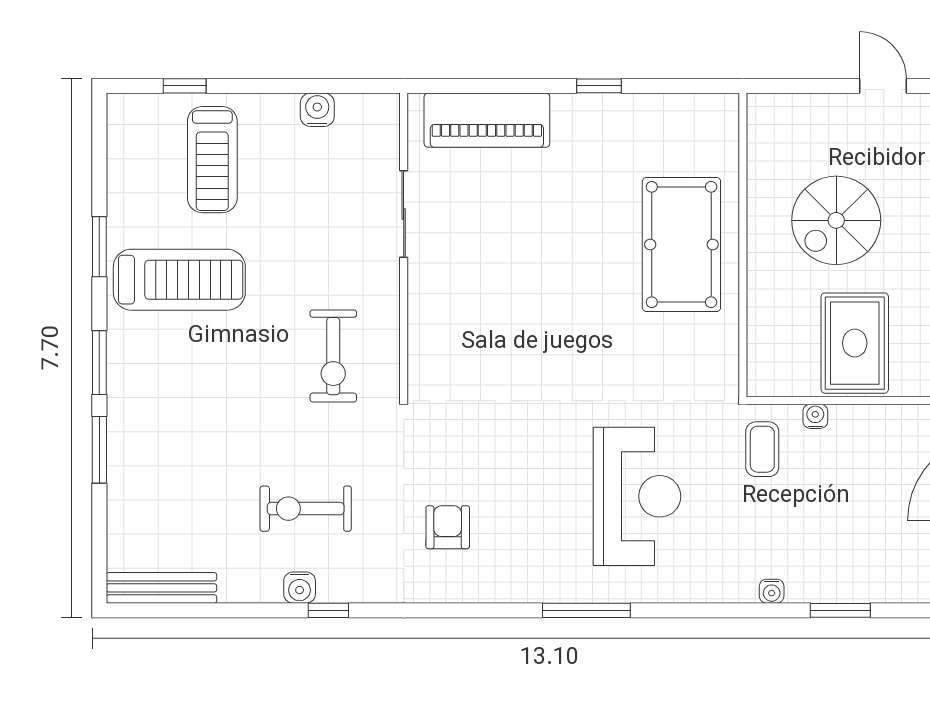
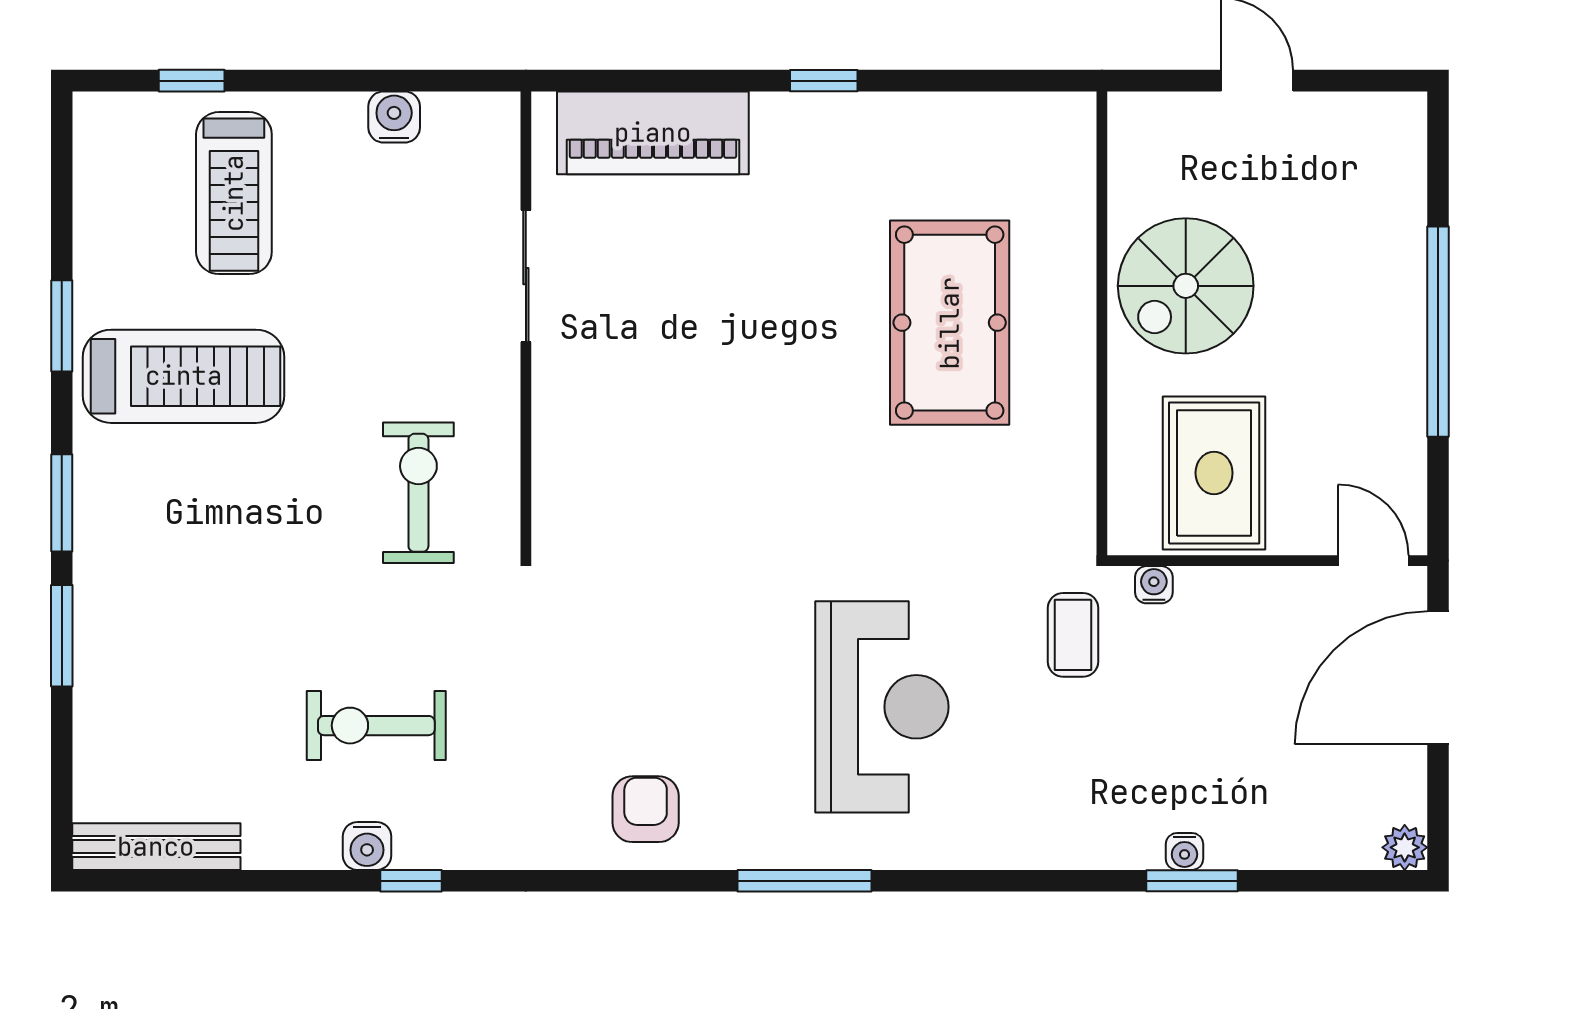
wall: (743, 245) -> (1102, 323), moved
exercise bike: (333, 356) -> (418, 493), turned 180
armchair: (448, 527) -> (646, 809), moved
water cooler: (772, 591) -> (1184, 851), moved

